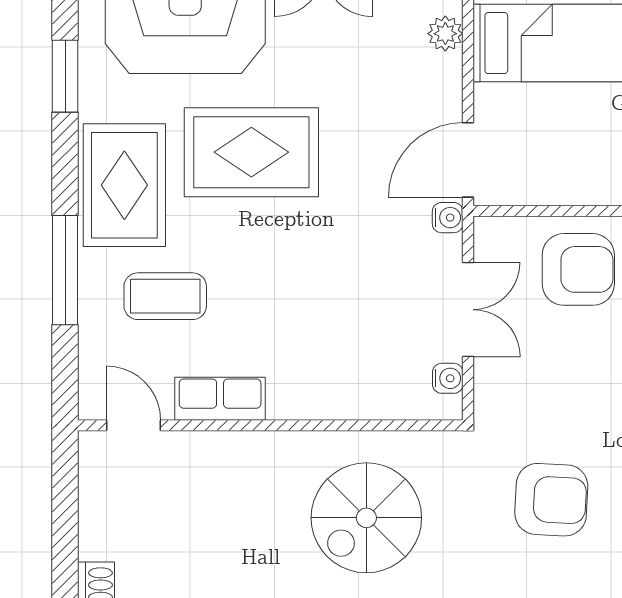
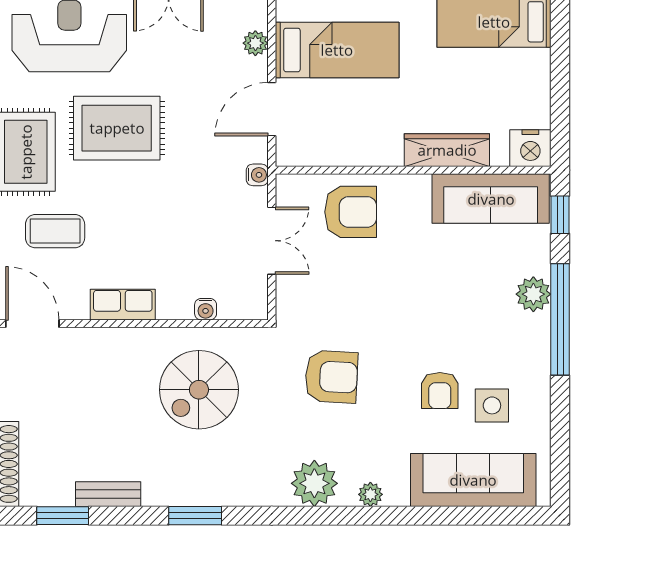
door: (468, 160) -> (272, 109), moved
water cooler: (448, 378) -> (206, 309), moved, turned 90
row of seats: (220, 399) -> (123, 305), moved
door: (134, 425) -> (32, 324), width x1.38

